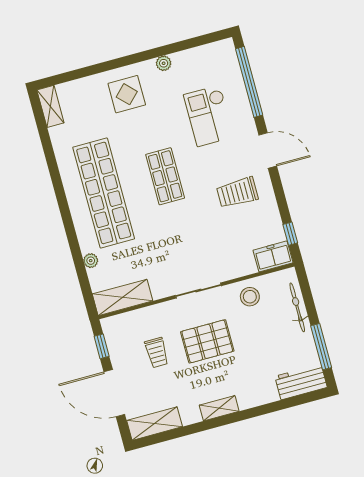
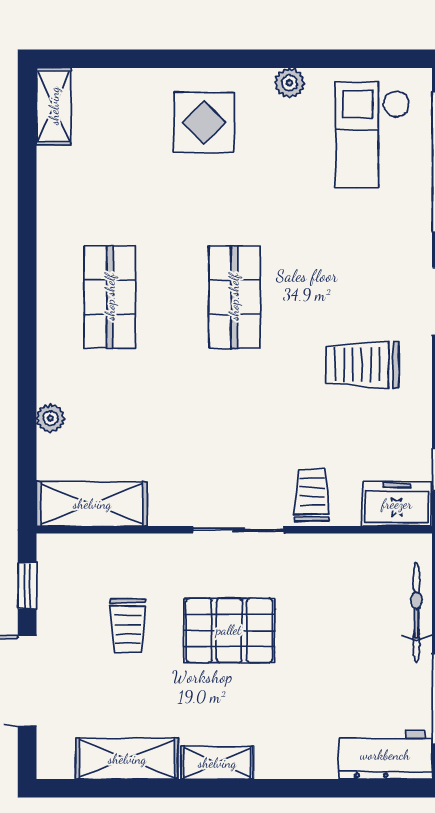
checkout: (209, 116) -> (373, 135), moved
shop shelf: (104, 193) -> (110, 297), width x0.50, depth x0.74
trolley: (230, 264) -> (312, 495), added
stool: (250, 297) -> (333, 568), removed
shelving: (155, 424) -> (127, 759), moved

